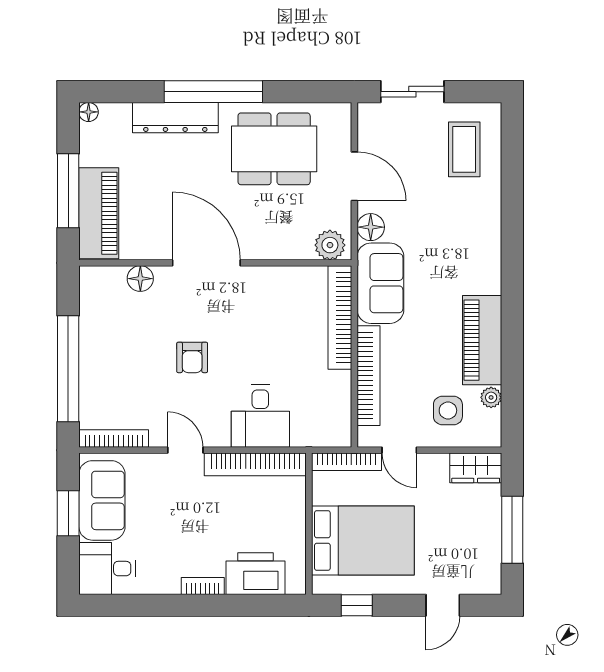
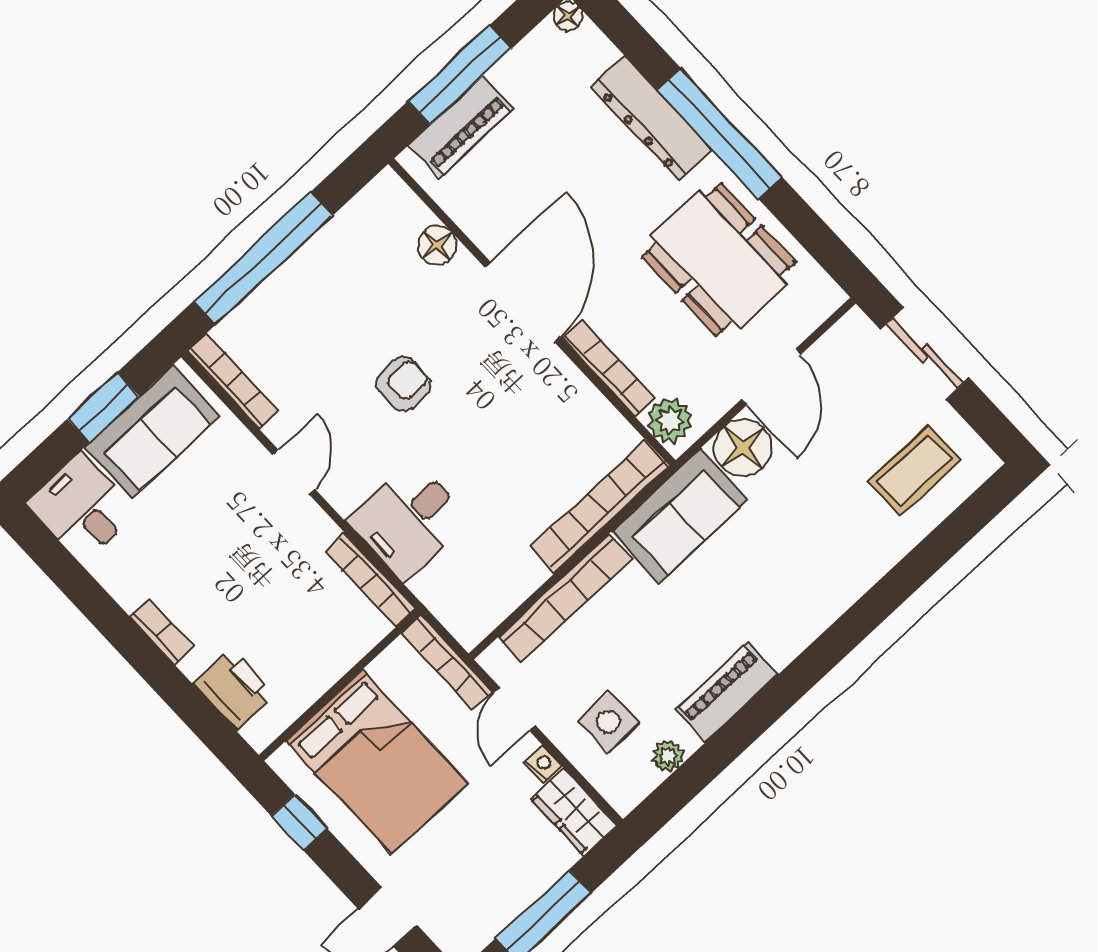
piano: (99, 213) -> (461, 126), width x0.73, depth x0.75
floor lamp: (371, 227) -> (743, 447), width x1.38, depth x1.38
bookcase: (277, 251) -> (609, 368), added
piano: (482, 340) -> (727, 692), width x0.73, depth x0.75
armchair: (192, 357) -> (403, 384), turned 180
nightstand: (439, 461) -> (543, 764), added
bookcase: (255, 464) -> (370, 580), width x0.68, depth x0.76
printer: (256, 574) -> (234, 689), width x0.73, depth x0.84

